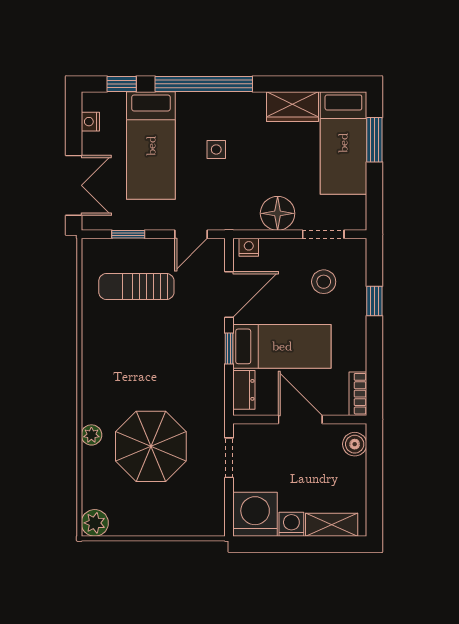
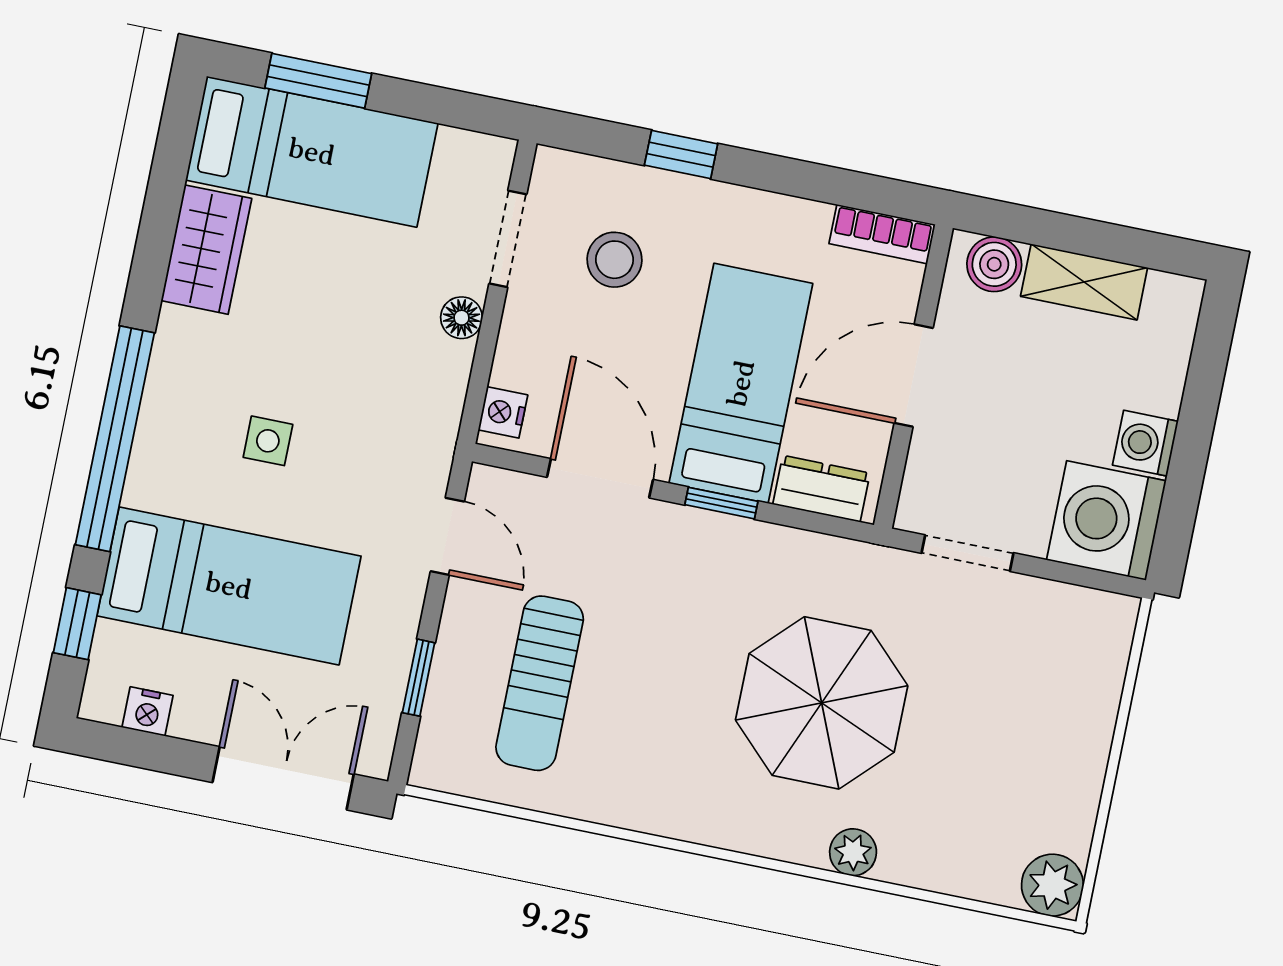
floor lamp: (278, 213) -> (462, 318), width x0.53, depth x0.53
parasol: (151, 446) -> (822, 703), moved
shelving: (332, 525) -> (1084, 282), moved, turned 90

